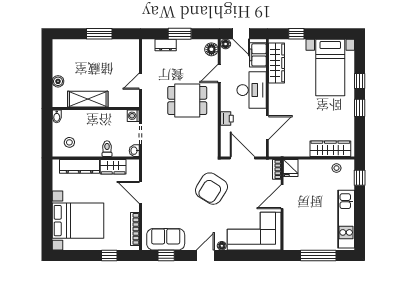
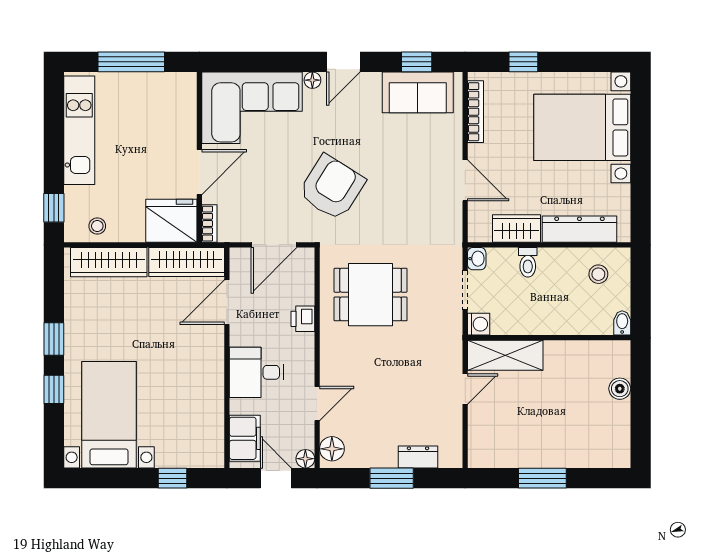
wardrobe: (277, 63) -> (187, 262), moved, turned -90
desk: (252, 90) -> (257, 372), width x0.73
shelving: (88, 99) -> (505, 355), moved
dining table: (187, 100) -> (371, 295), moved
door: (242, 158) -> (274, 245), hinge flipped
fridge: (291, 168) -> (171, 221), width x1.88, depth x1.34

